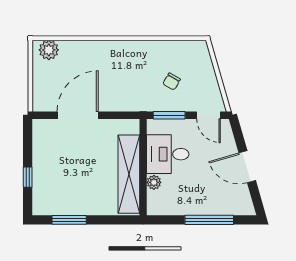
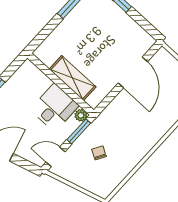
shelving: (129, 174) -> (73, 78), width x0.68
plant: (154, 182) -> (81, 115), moved

